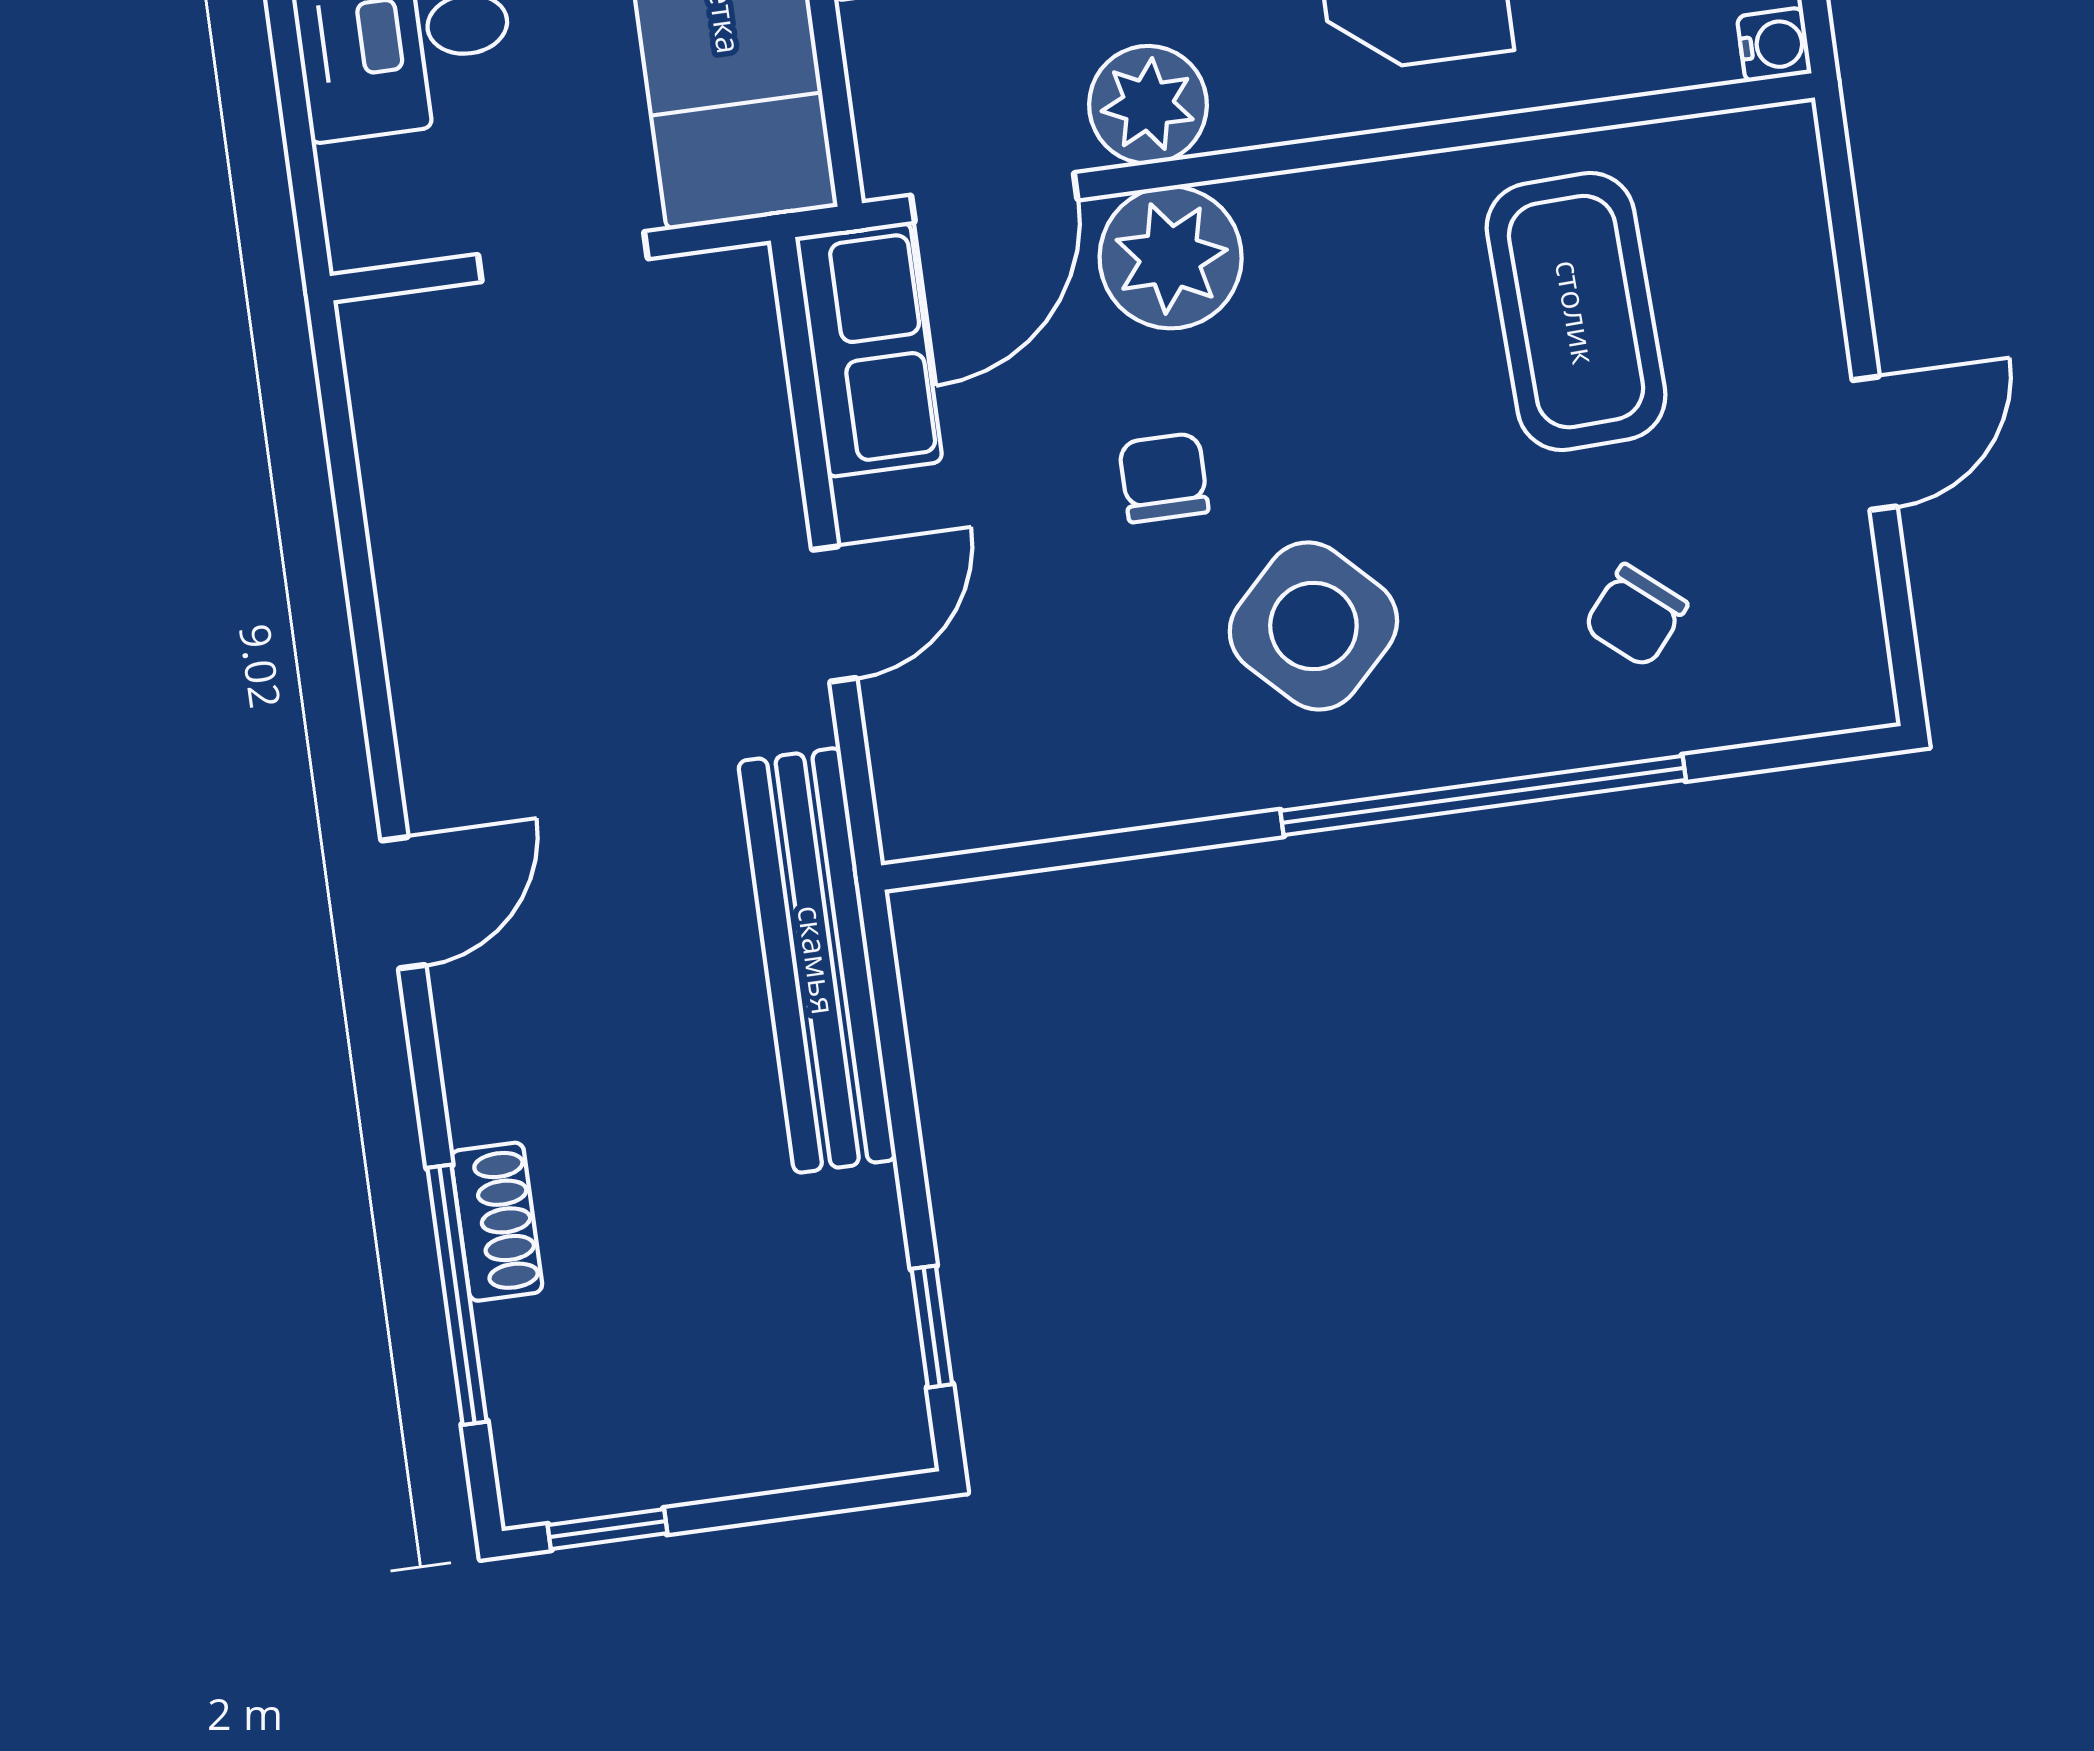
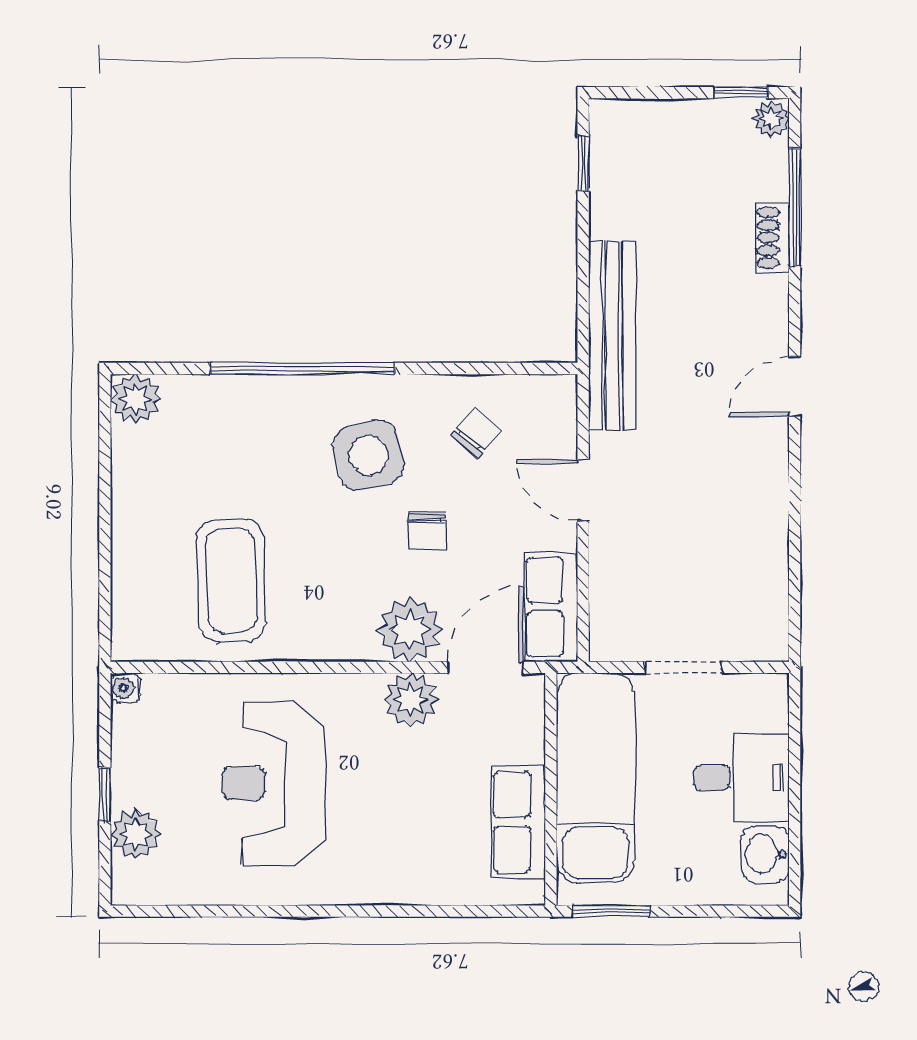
door: (1875, 443) -> (105, 503), removed
door: (834, 614) -> (583, 490), hinge flipped
chair: (1635, 616) -> (476, 433), moved
side table: (1313, 626) -> (368, 455), turned 32
plant: (1839, 679) -> (135, 399), added
plant: (535, 1480) -> (771, 119), added

